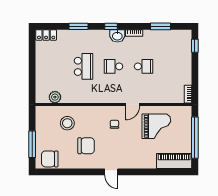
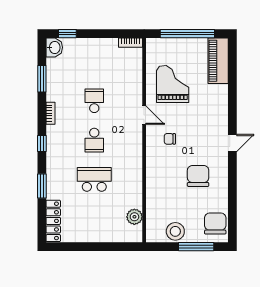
locker: (46, 35) -> (53, 221), width x1.53
washbasin: (117, 36) -> (54, 47), moved
stool: (67, 123) -> (175, 231), moved
chair: (50, 159) -> (215, 224), turned 180

